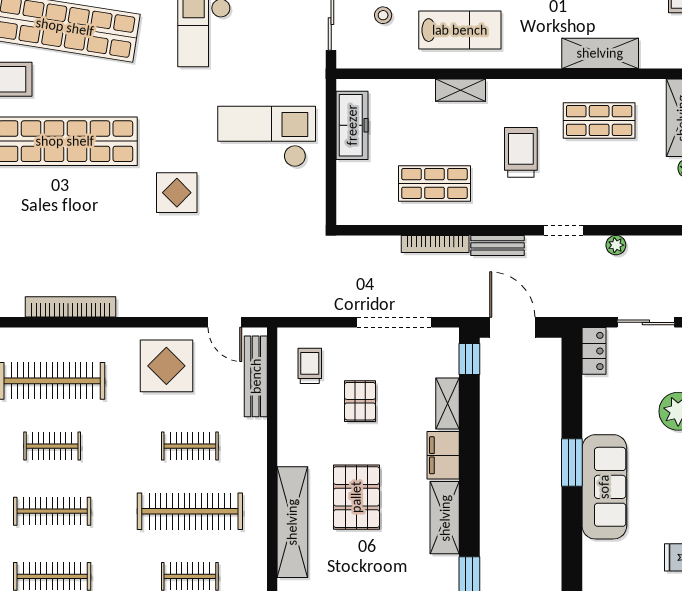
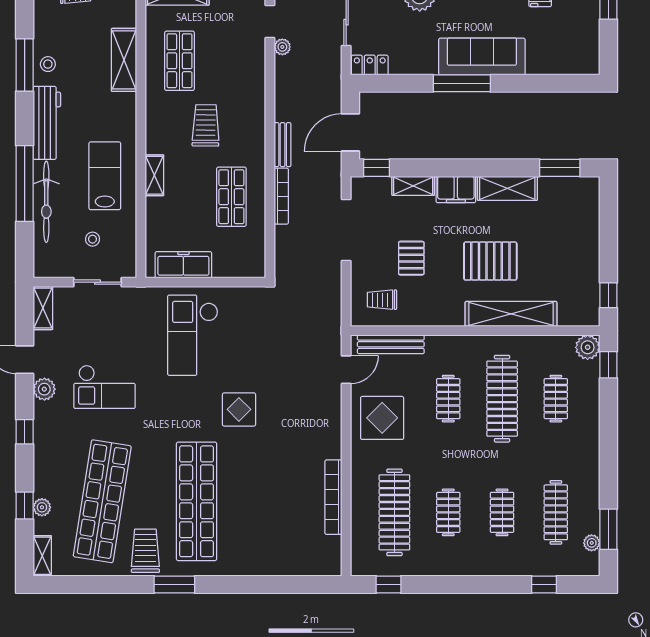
trolley: (521, 152) -> (206, 125), turned 91
doorway: (564, 230) -> (270, 22), moved
pallet: (360, 401) -> (411, 258), turned 90
window: (572, 463) -> (462, 83), width x1.44
clothes rail: (52, 511) -> (502, 512), width x0.73

